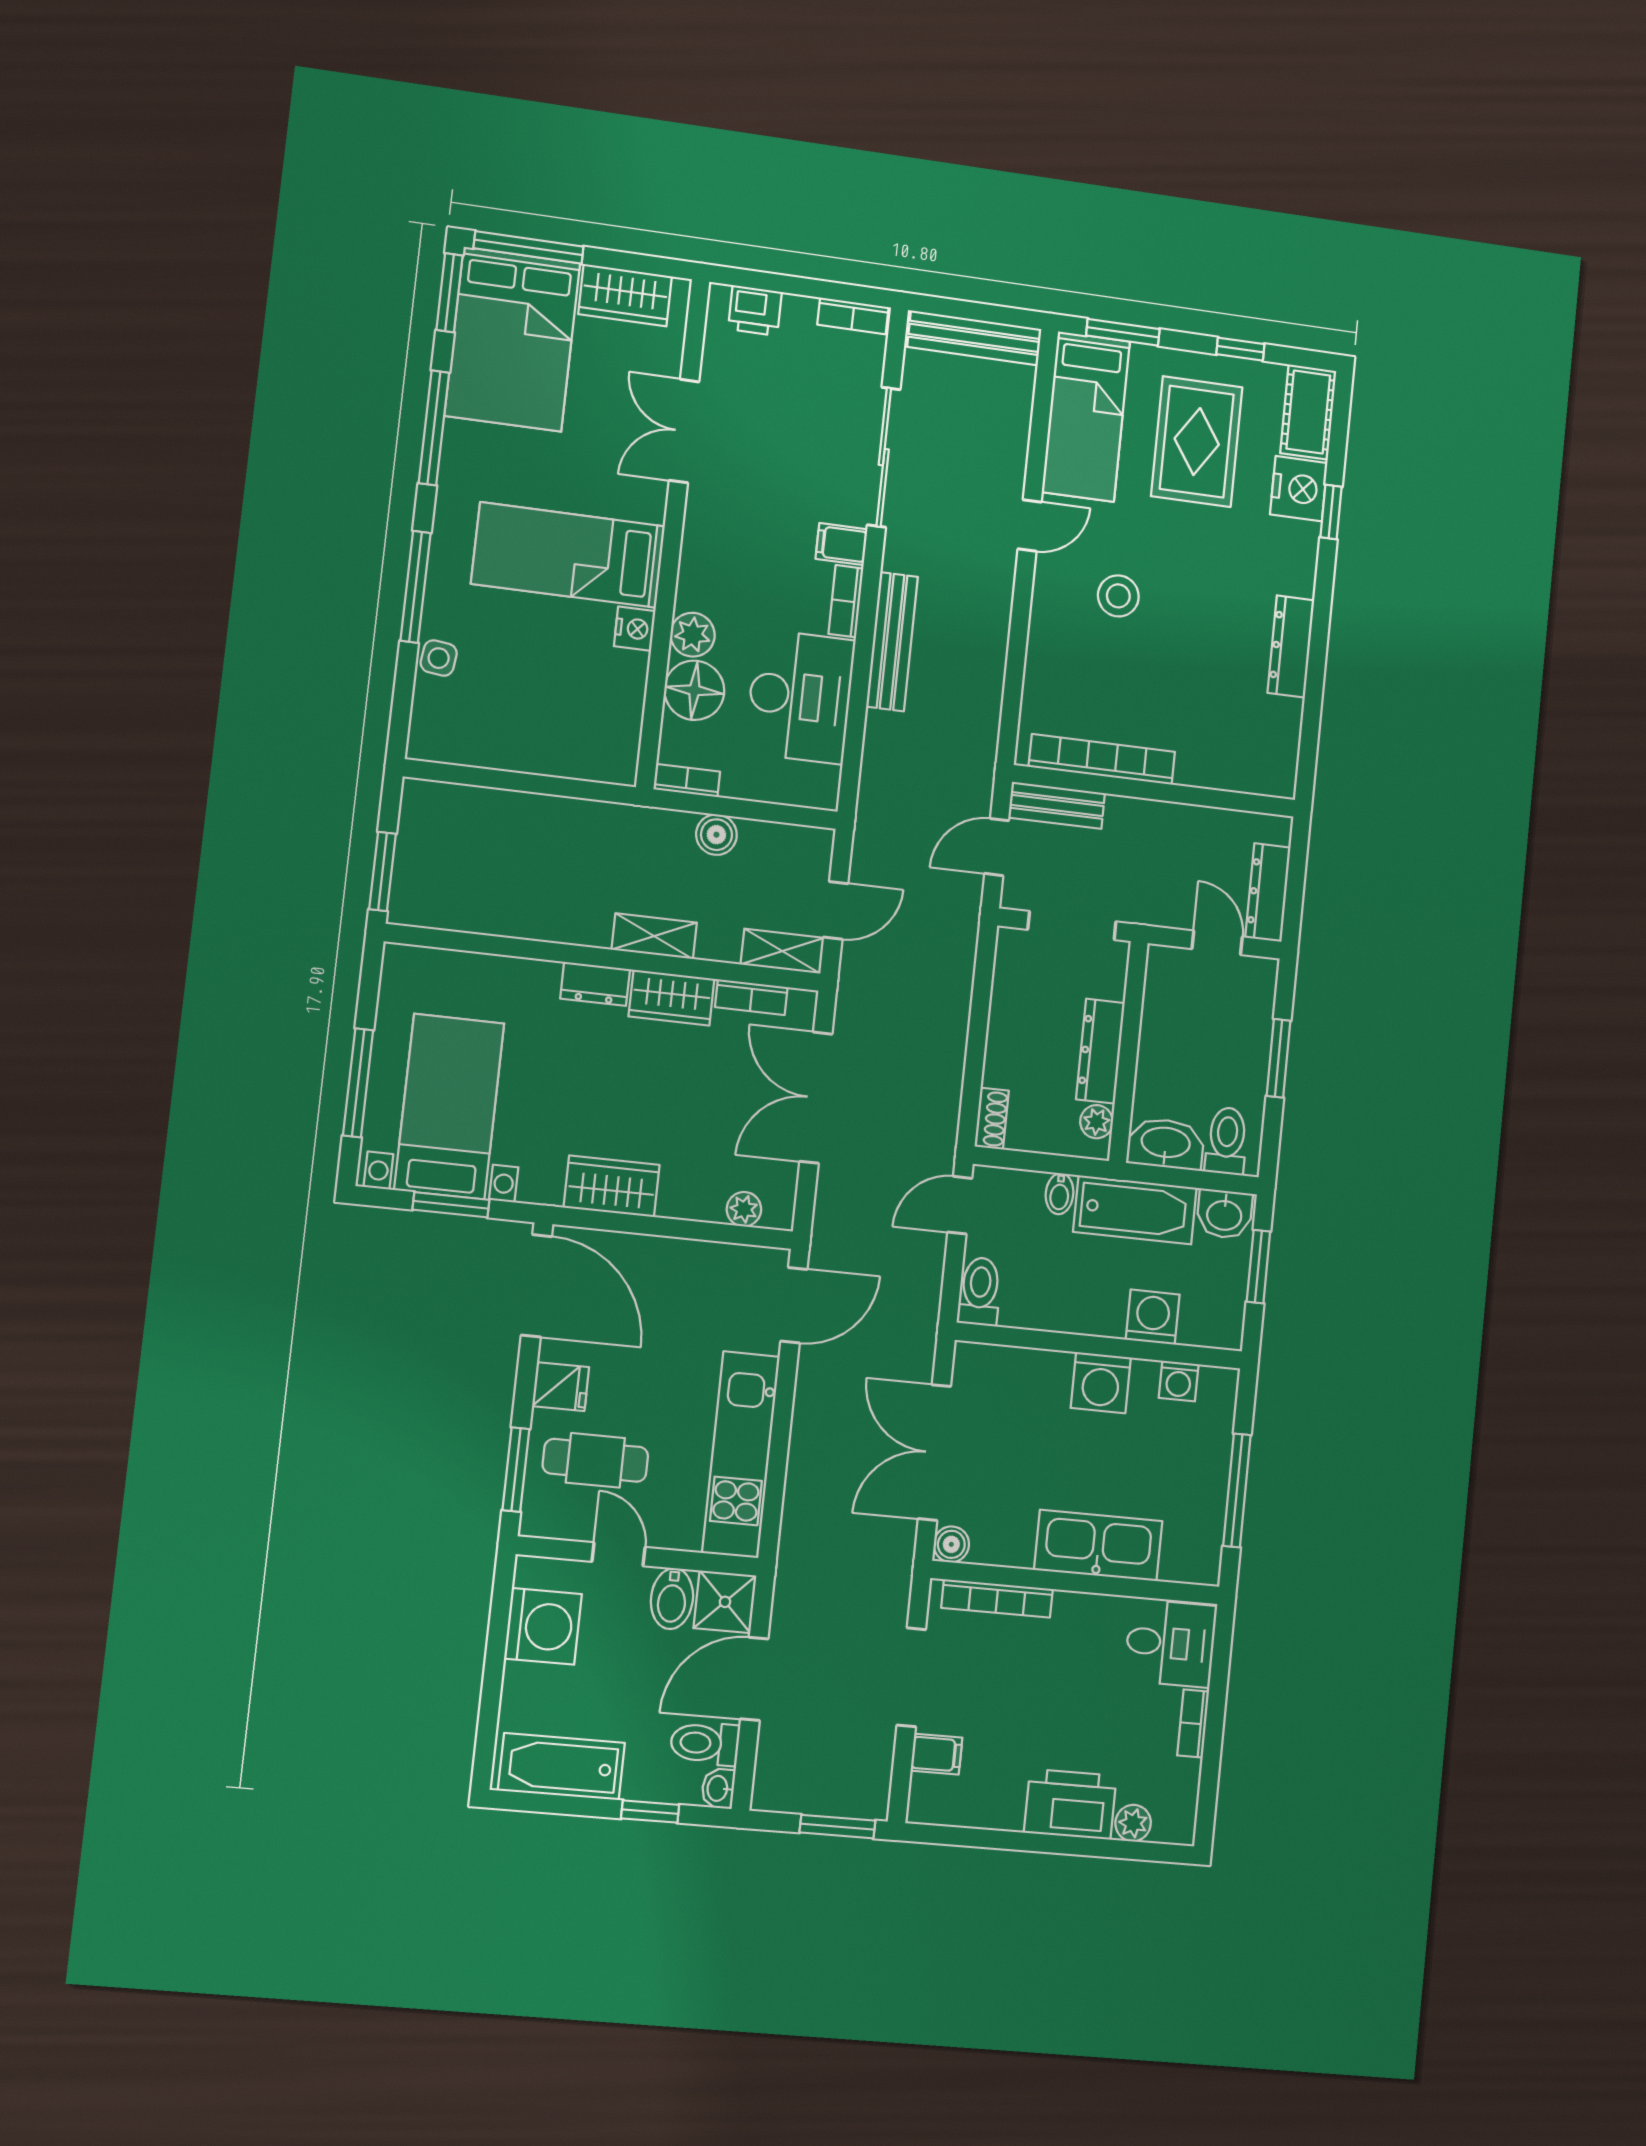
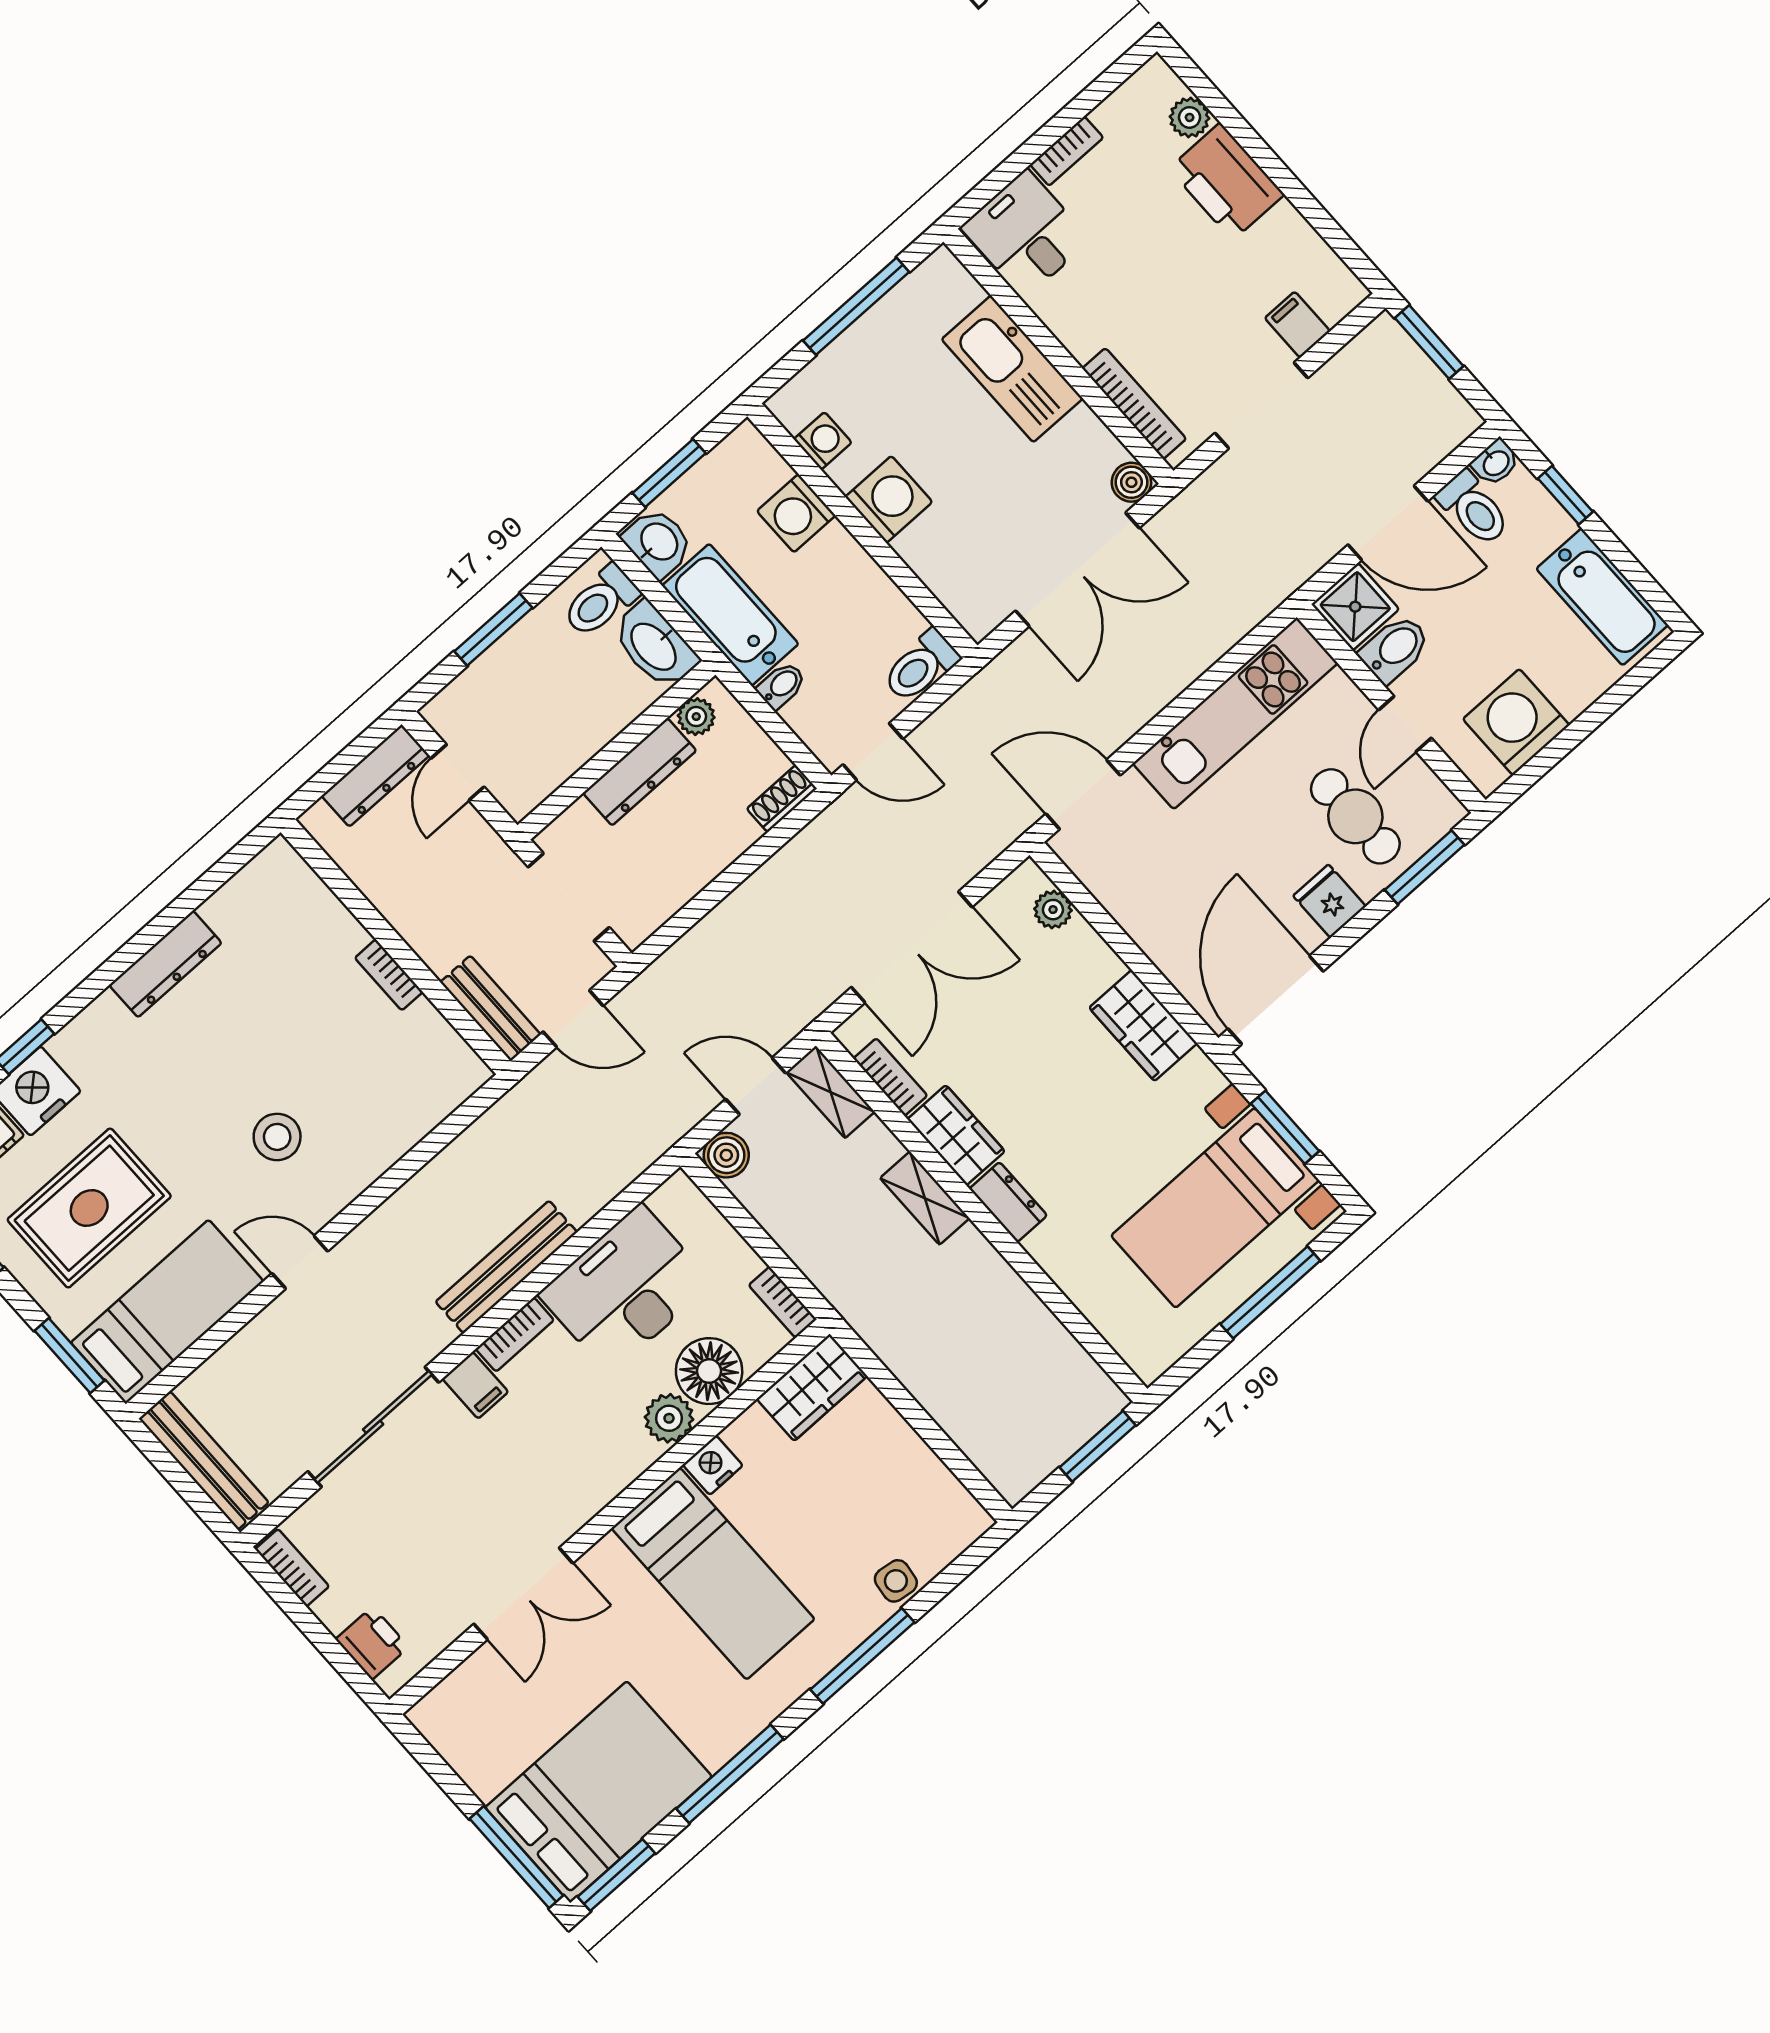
wardrobe: (625, 295) -> (812, 1387), moved, turned 90
bookcase: (1102, 759) -> (389, 975), width x0.43, depth x0.76
boiler: (716, 835) -> (726, 1155), moved

